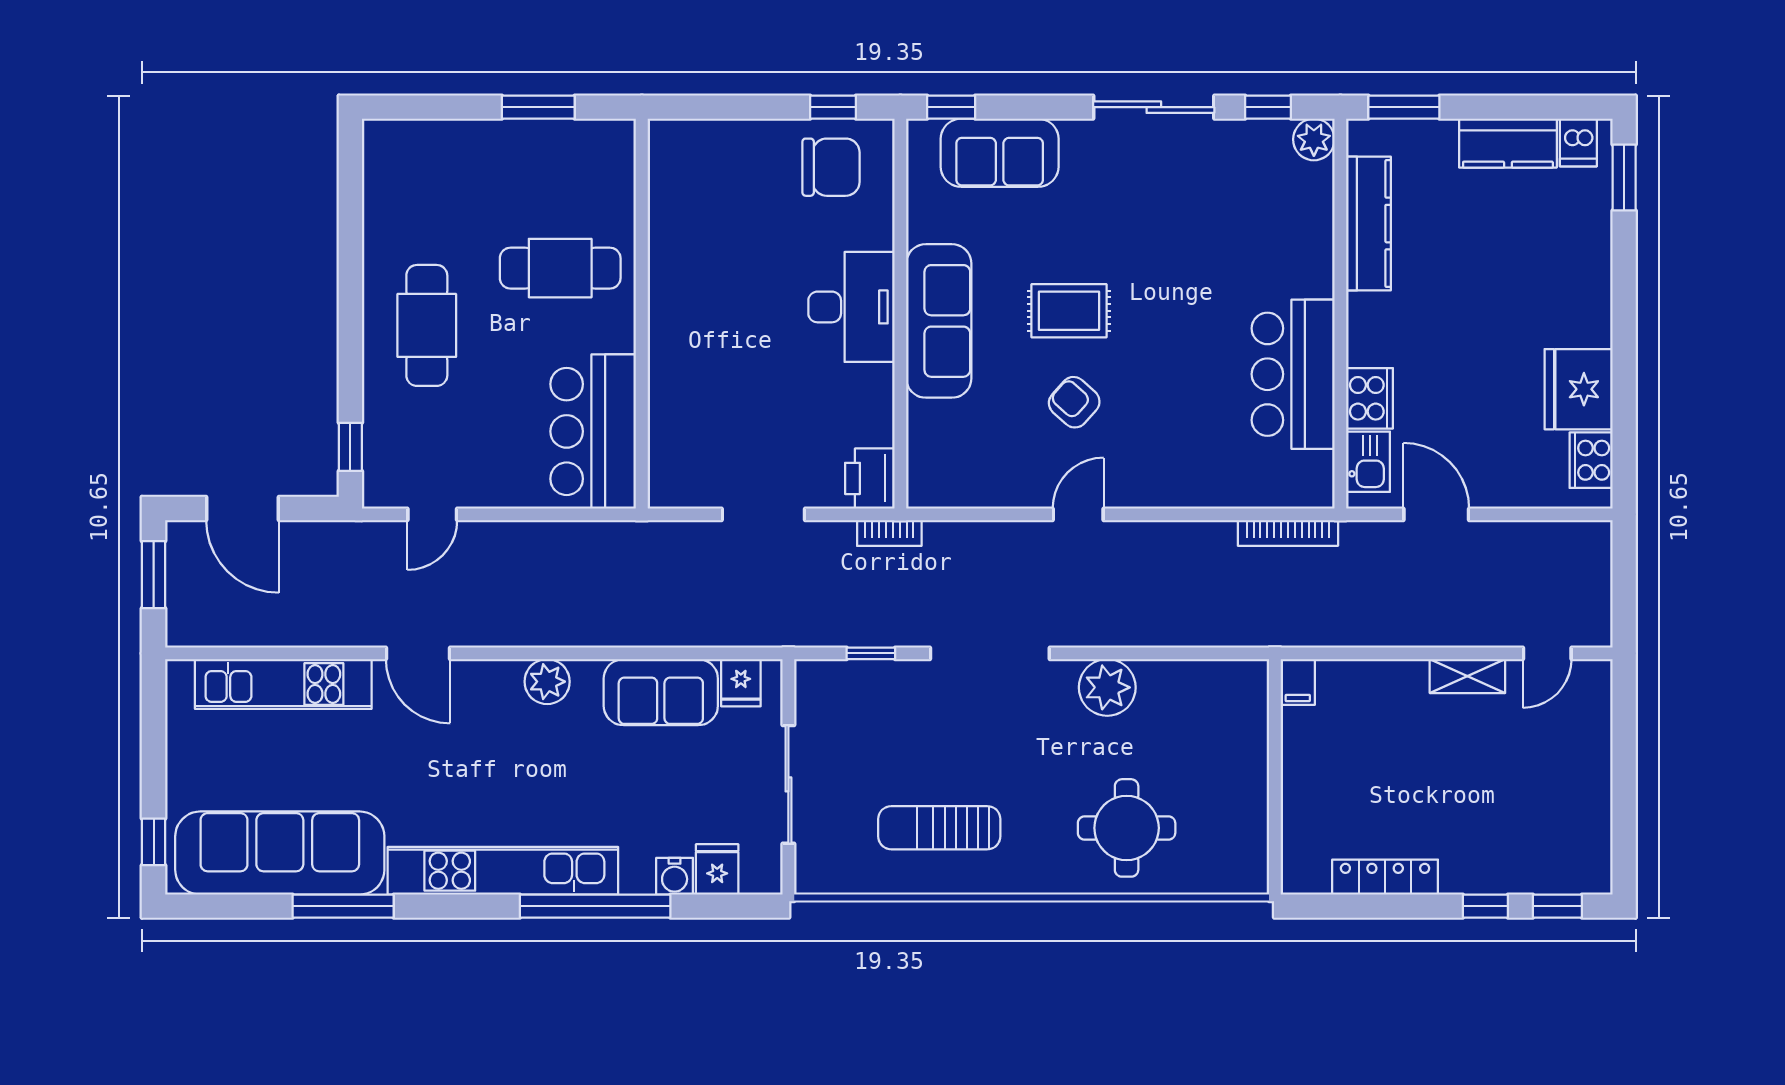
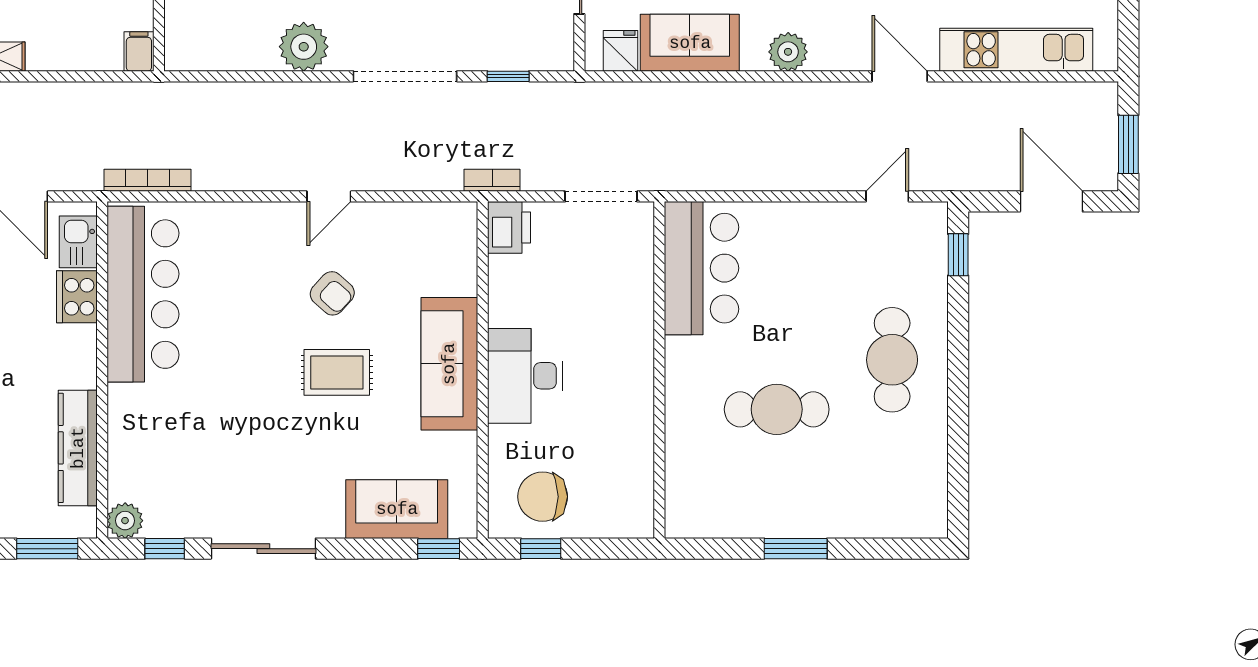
wall: (642, 314) -> (659, 370), moved
bar counter: (1293, 374) -> (143, 294), width x1.36
bar counter: (593, 431) -> (701, 268), moved

